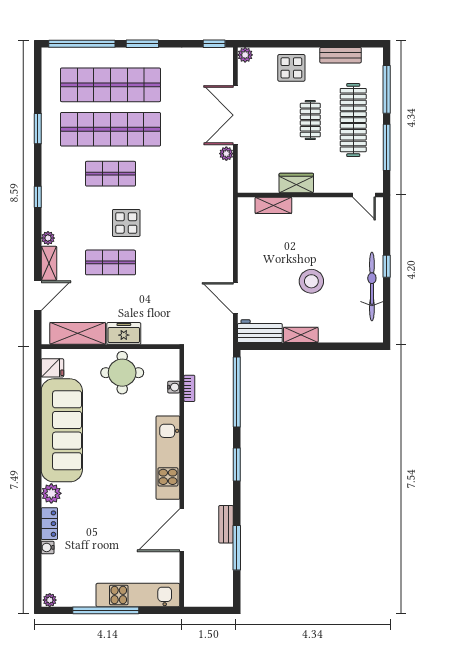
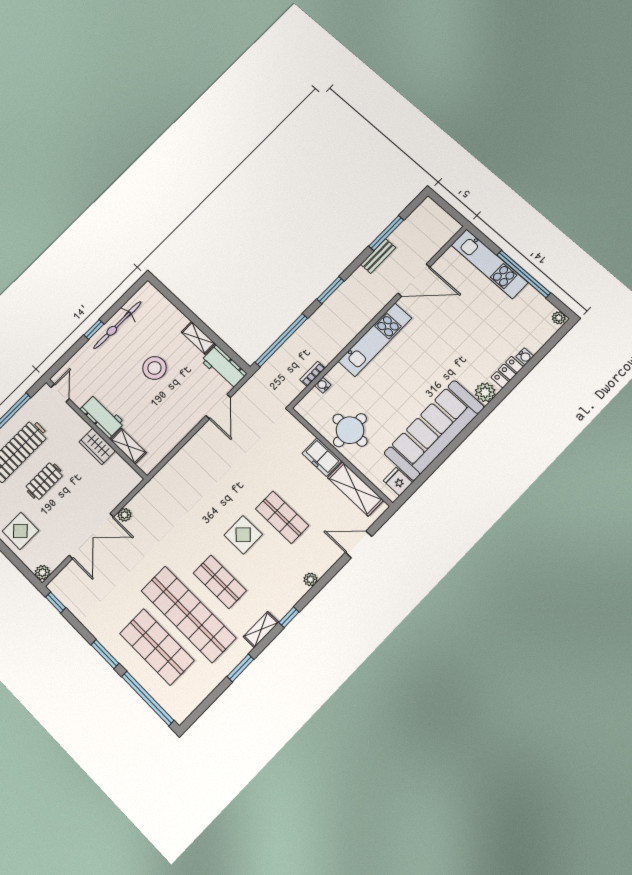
shop shelf: (110, 85) -> (157, 647), width x0.71
workbench: (315, 208) -> (102, 416), added
shelving: (49, 263) -> (261, 630), moved

